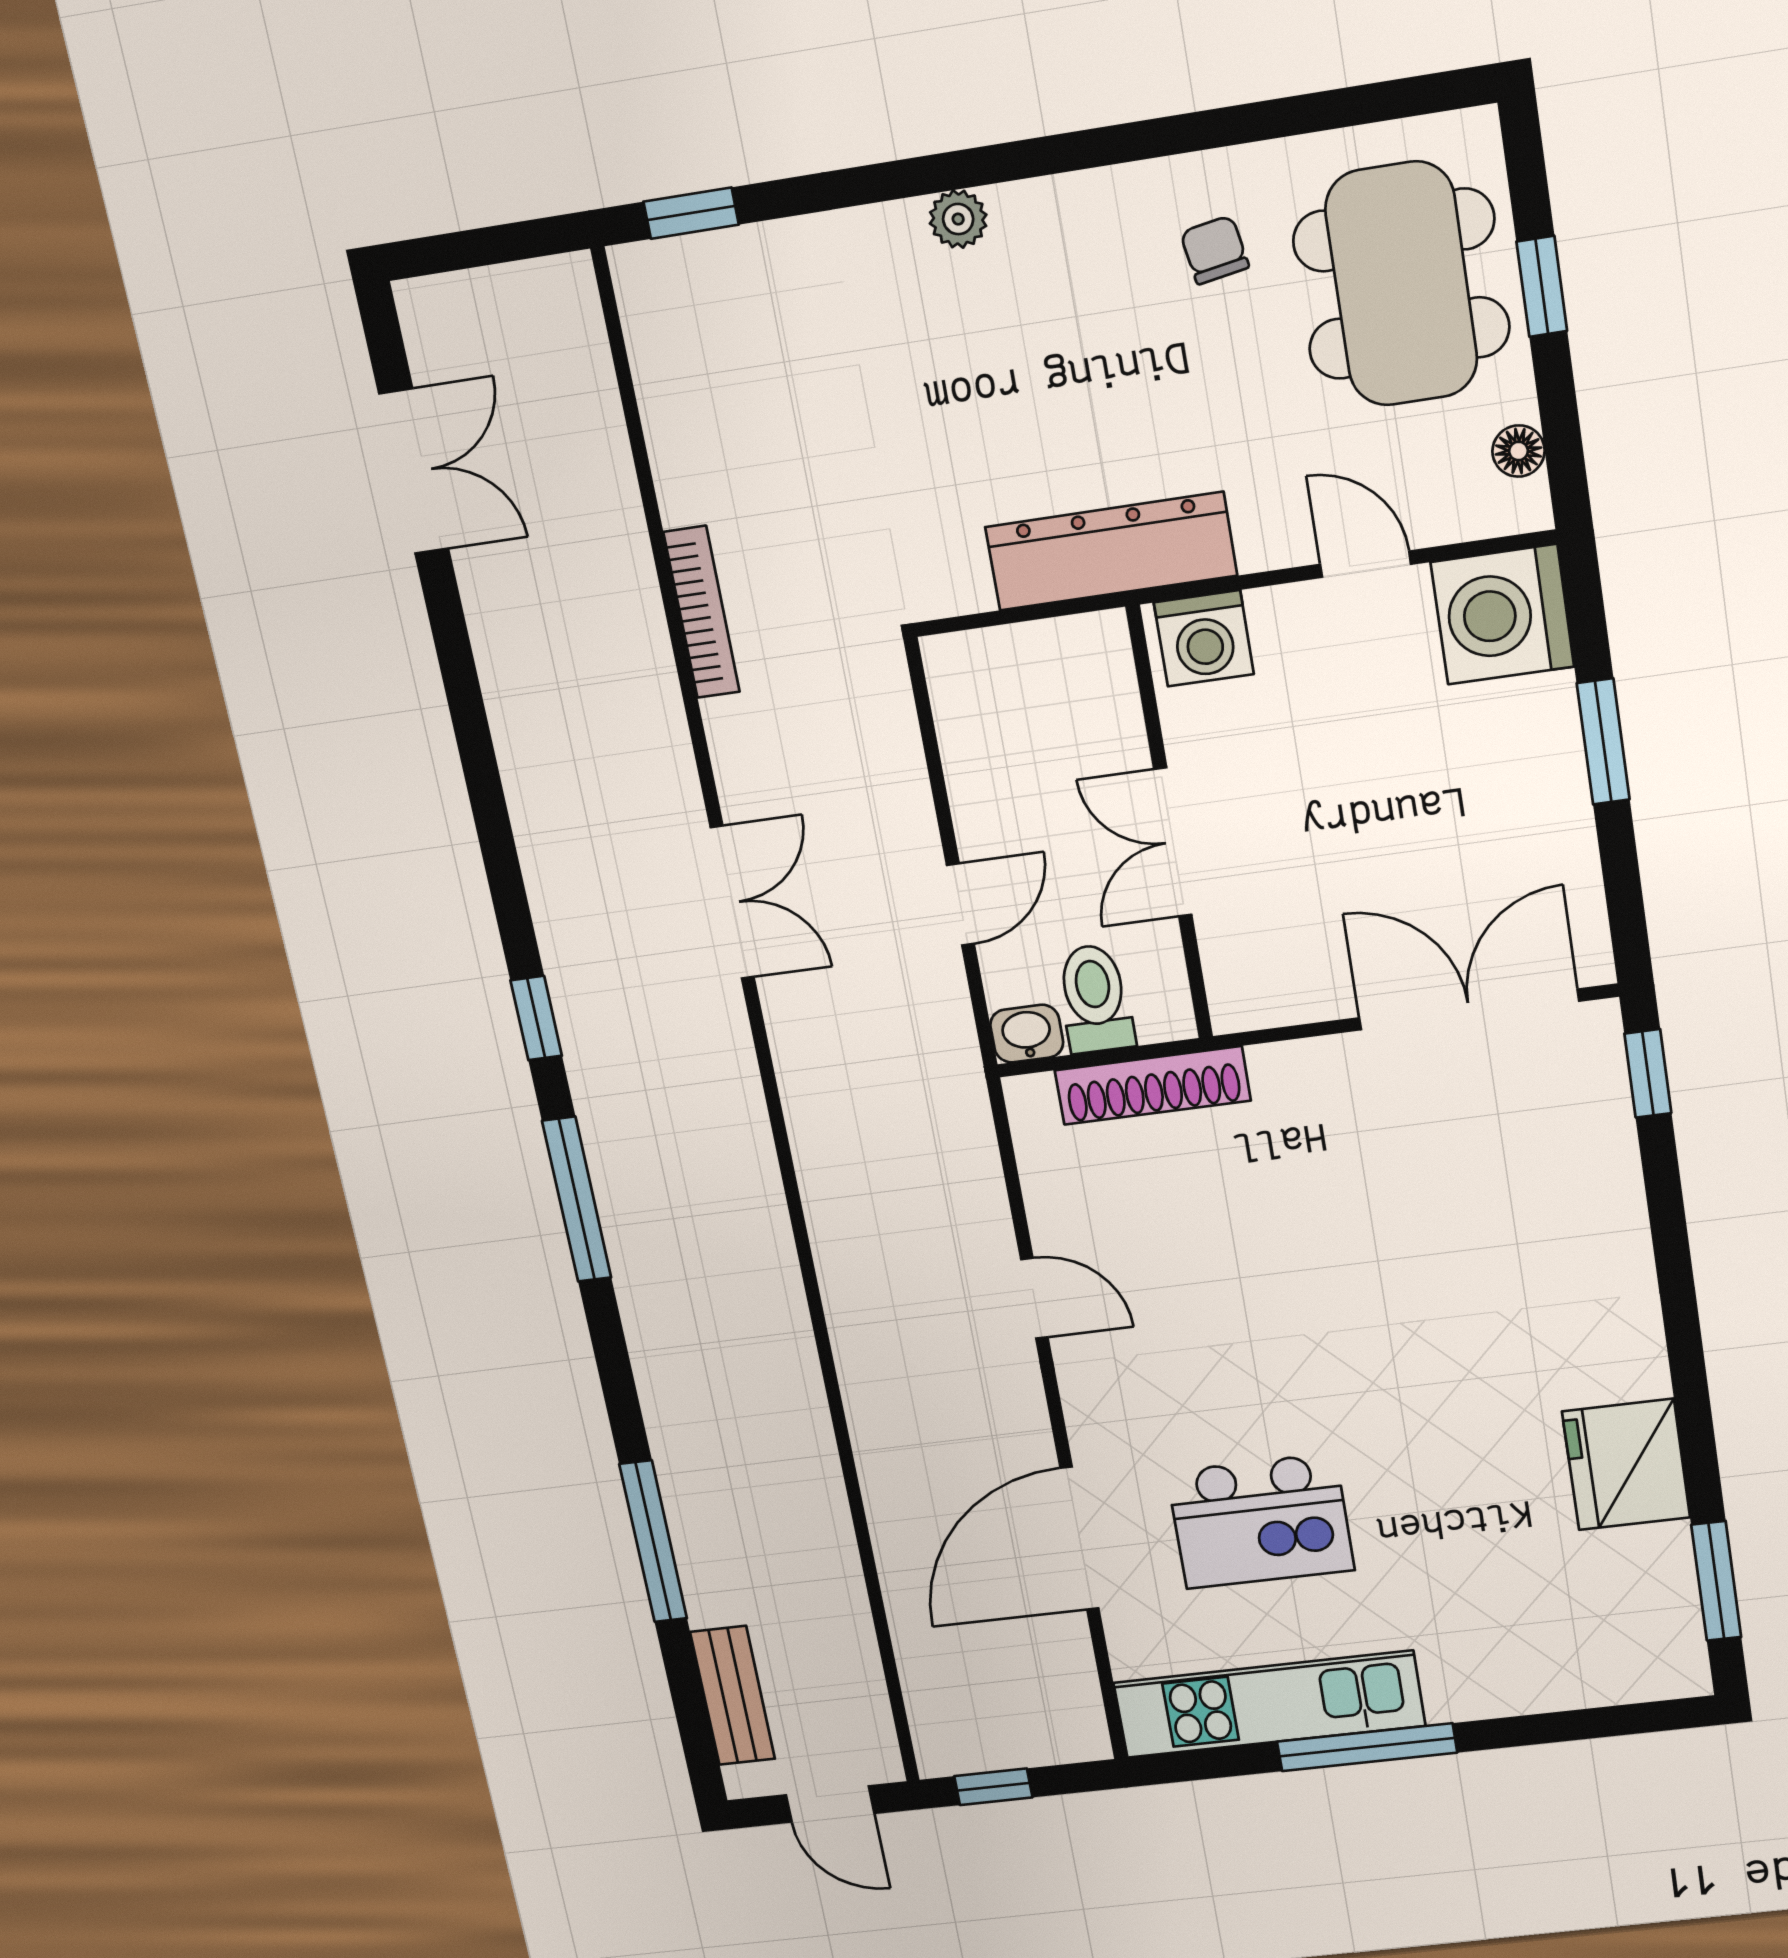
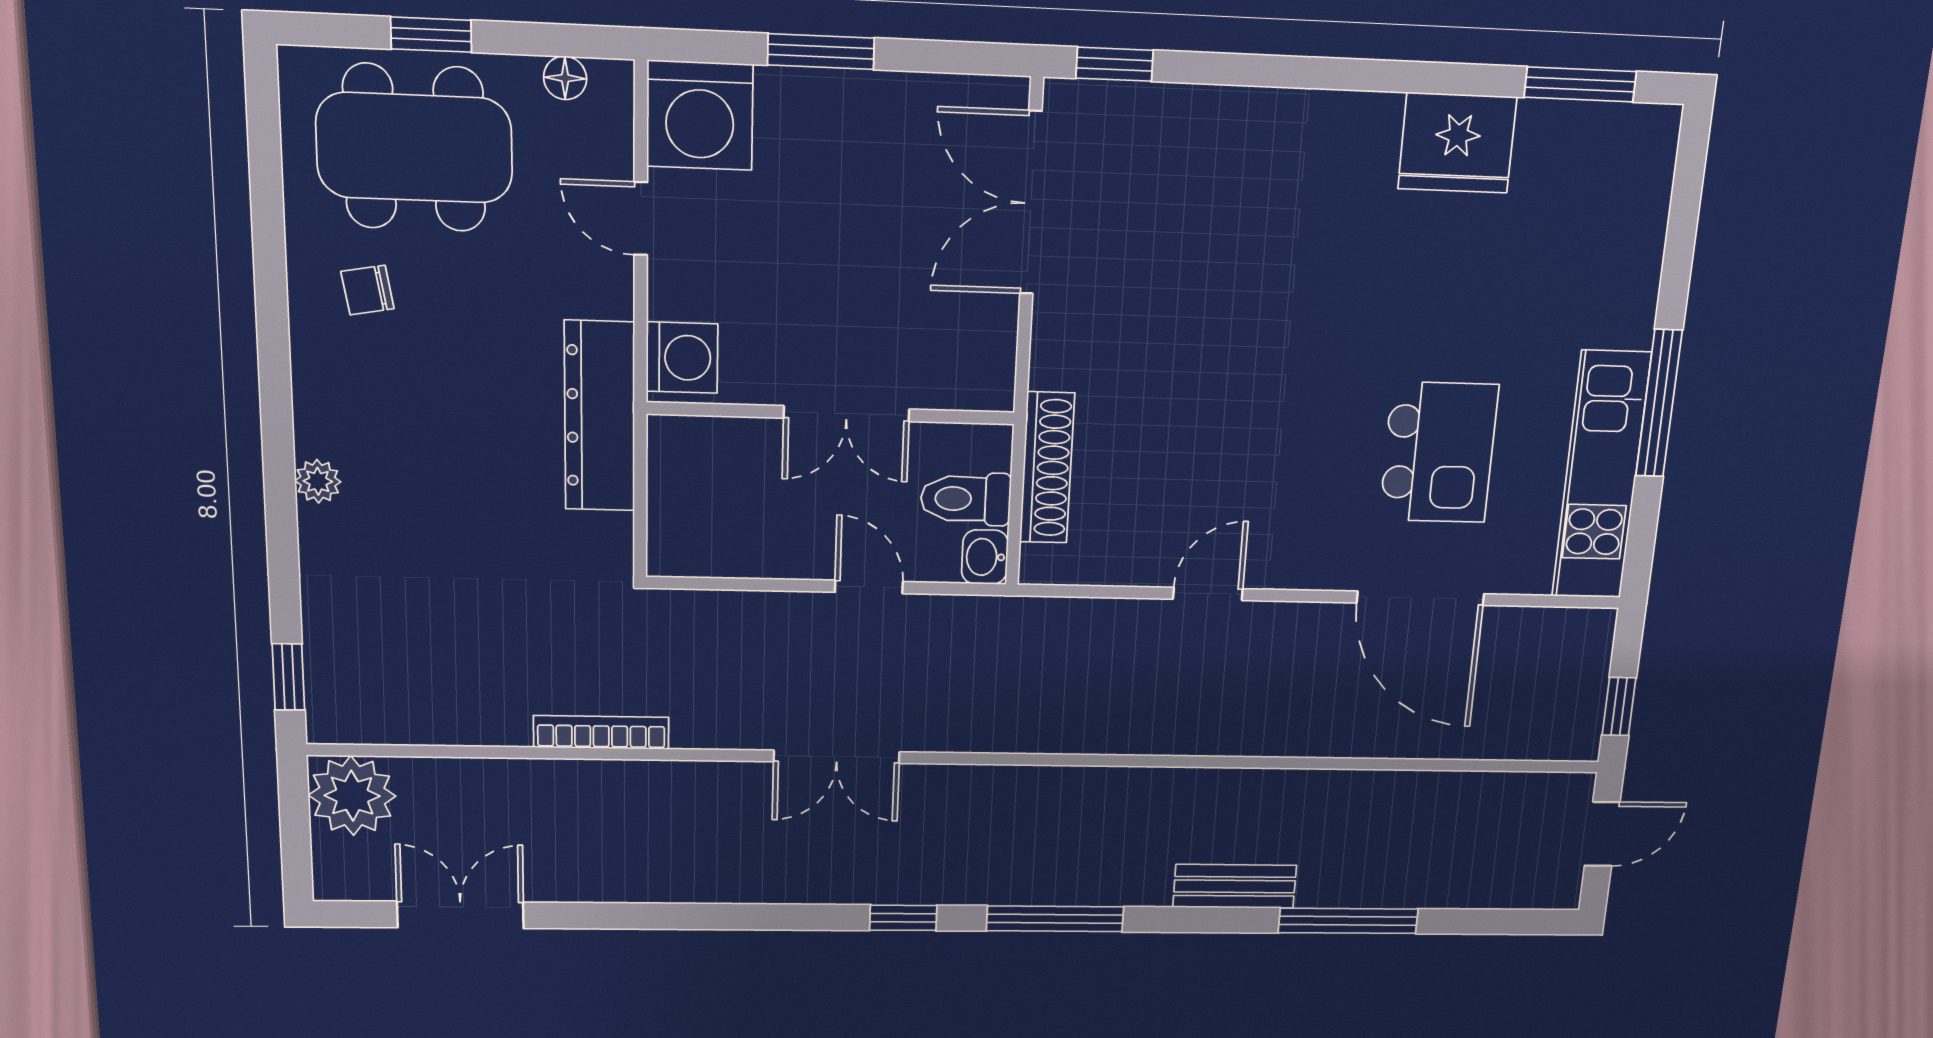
plant: (547, 313) -> (352, 796), added
door: (1365, 564) -> (641, 219), hinge flipped
double door: (732, 903) -> (837, 757), swing flipped
bench: (733, 1696) -> (1235, 886), moved

